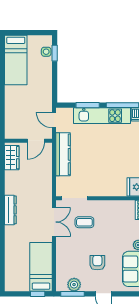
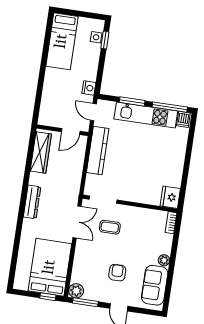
nightstand: (47, 99) -> (89, 88), added
wardrobe: (12, 158) -> (41, 152), width x1.50
bed: (41, 267) -> (50, 267), width x1.50
plant: (74, 285) -> (76, 291), moved

